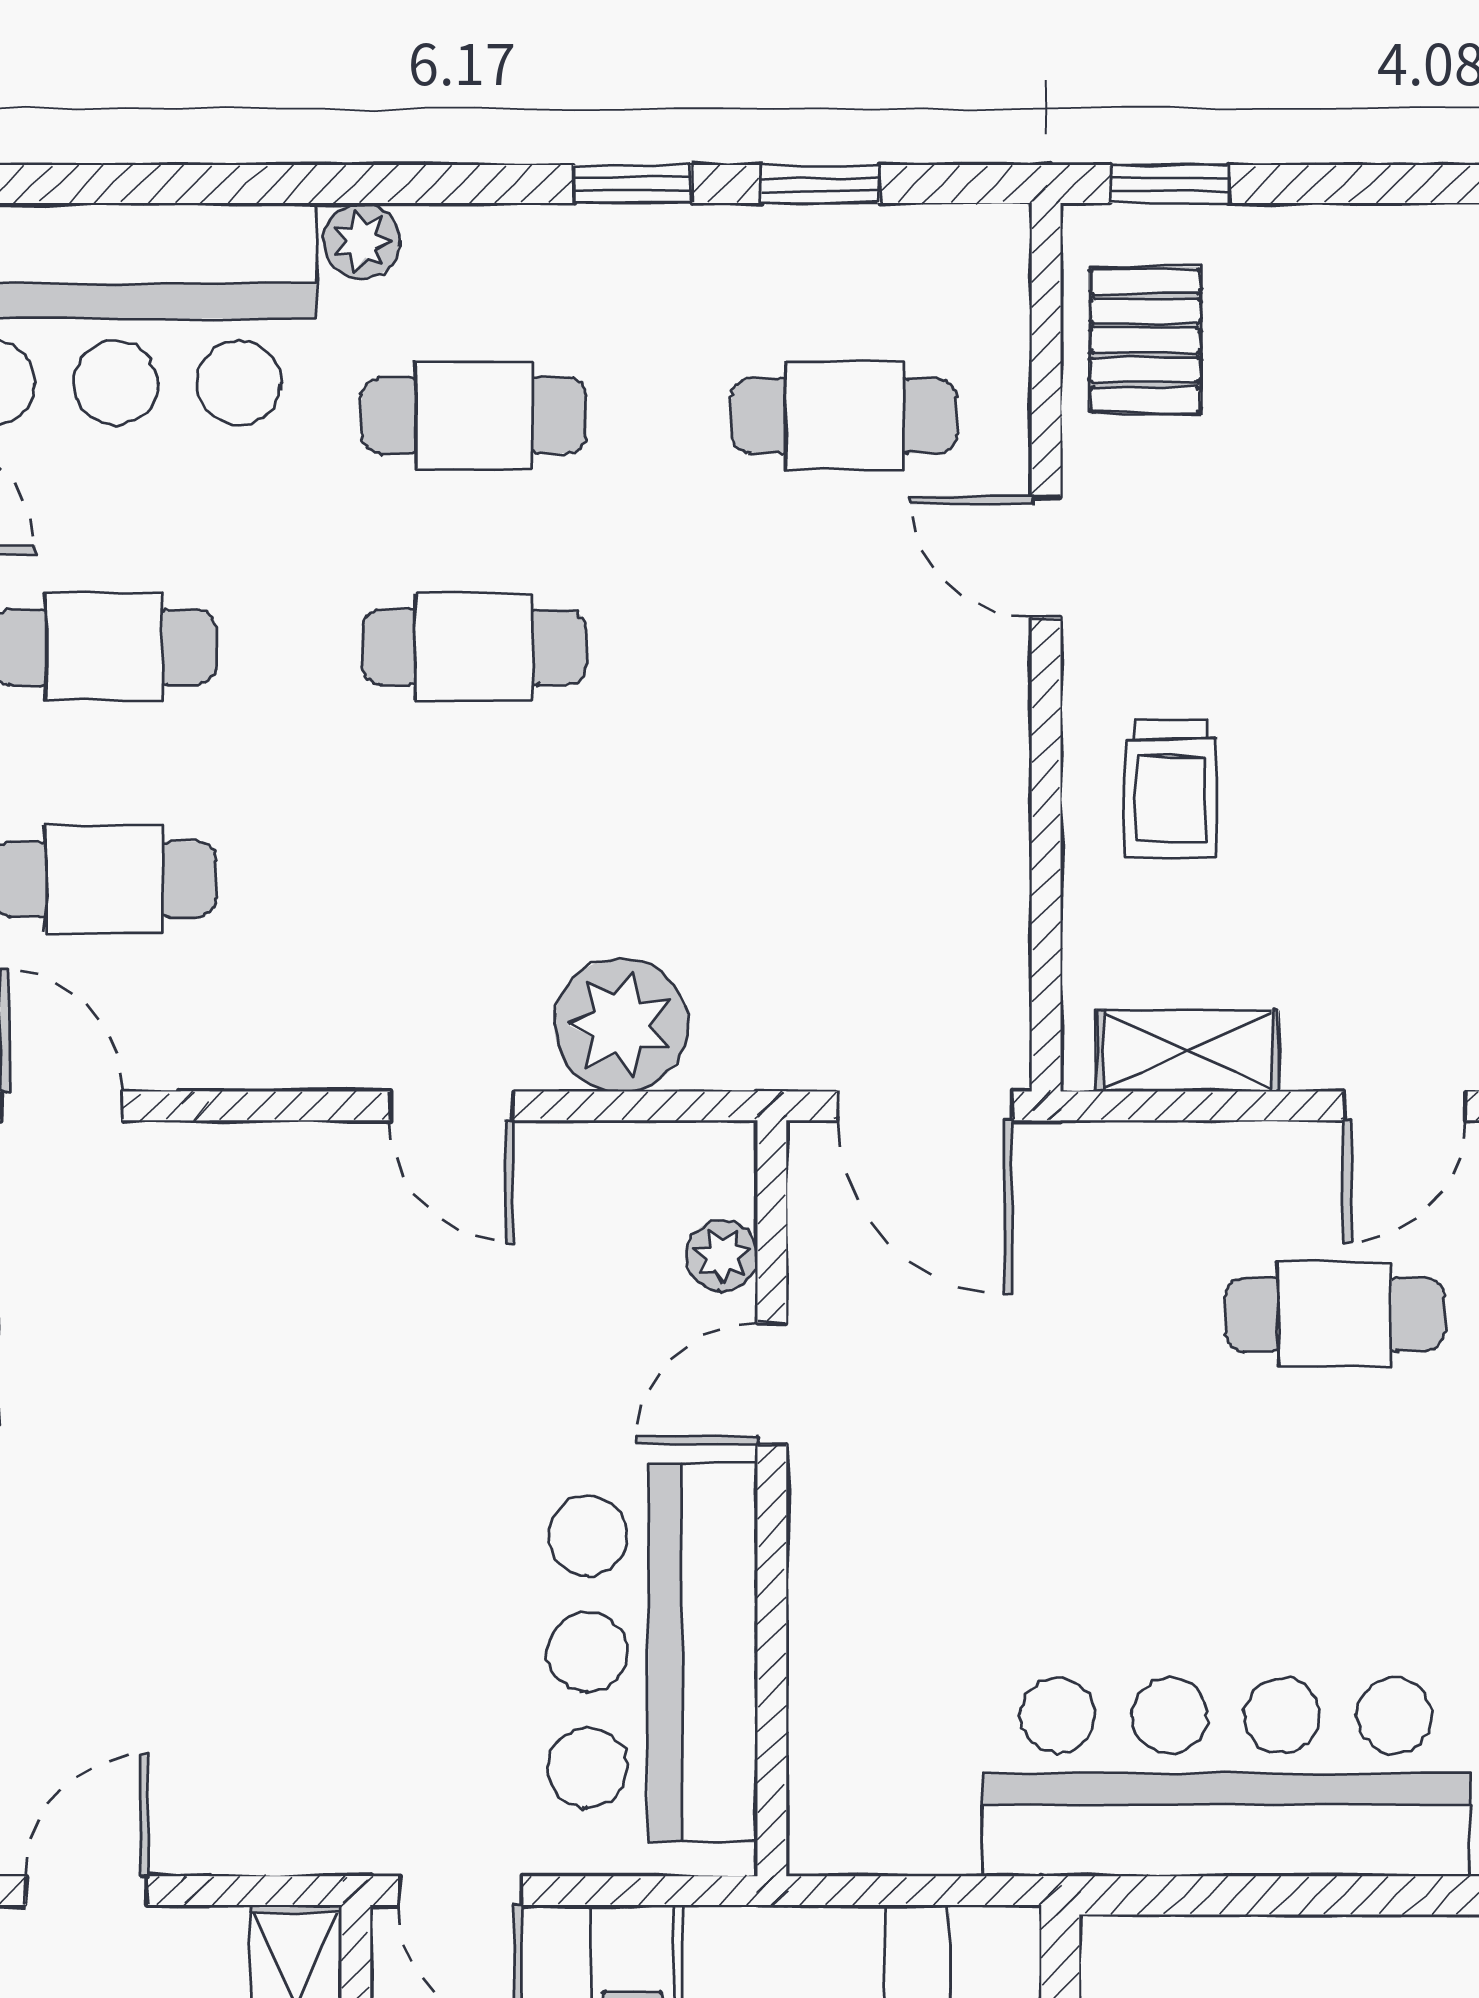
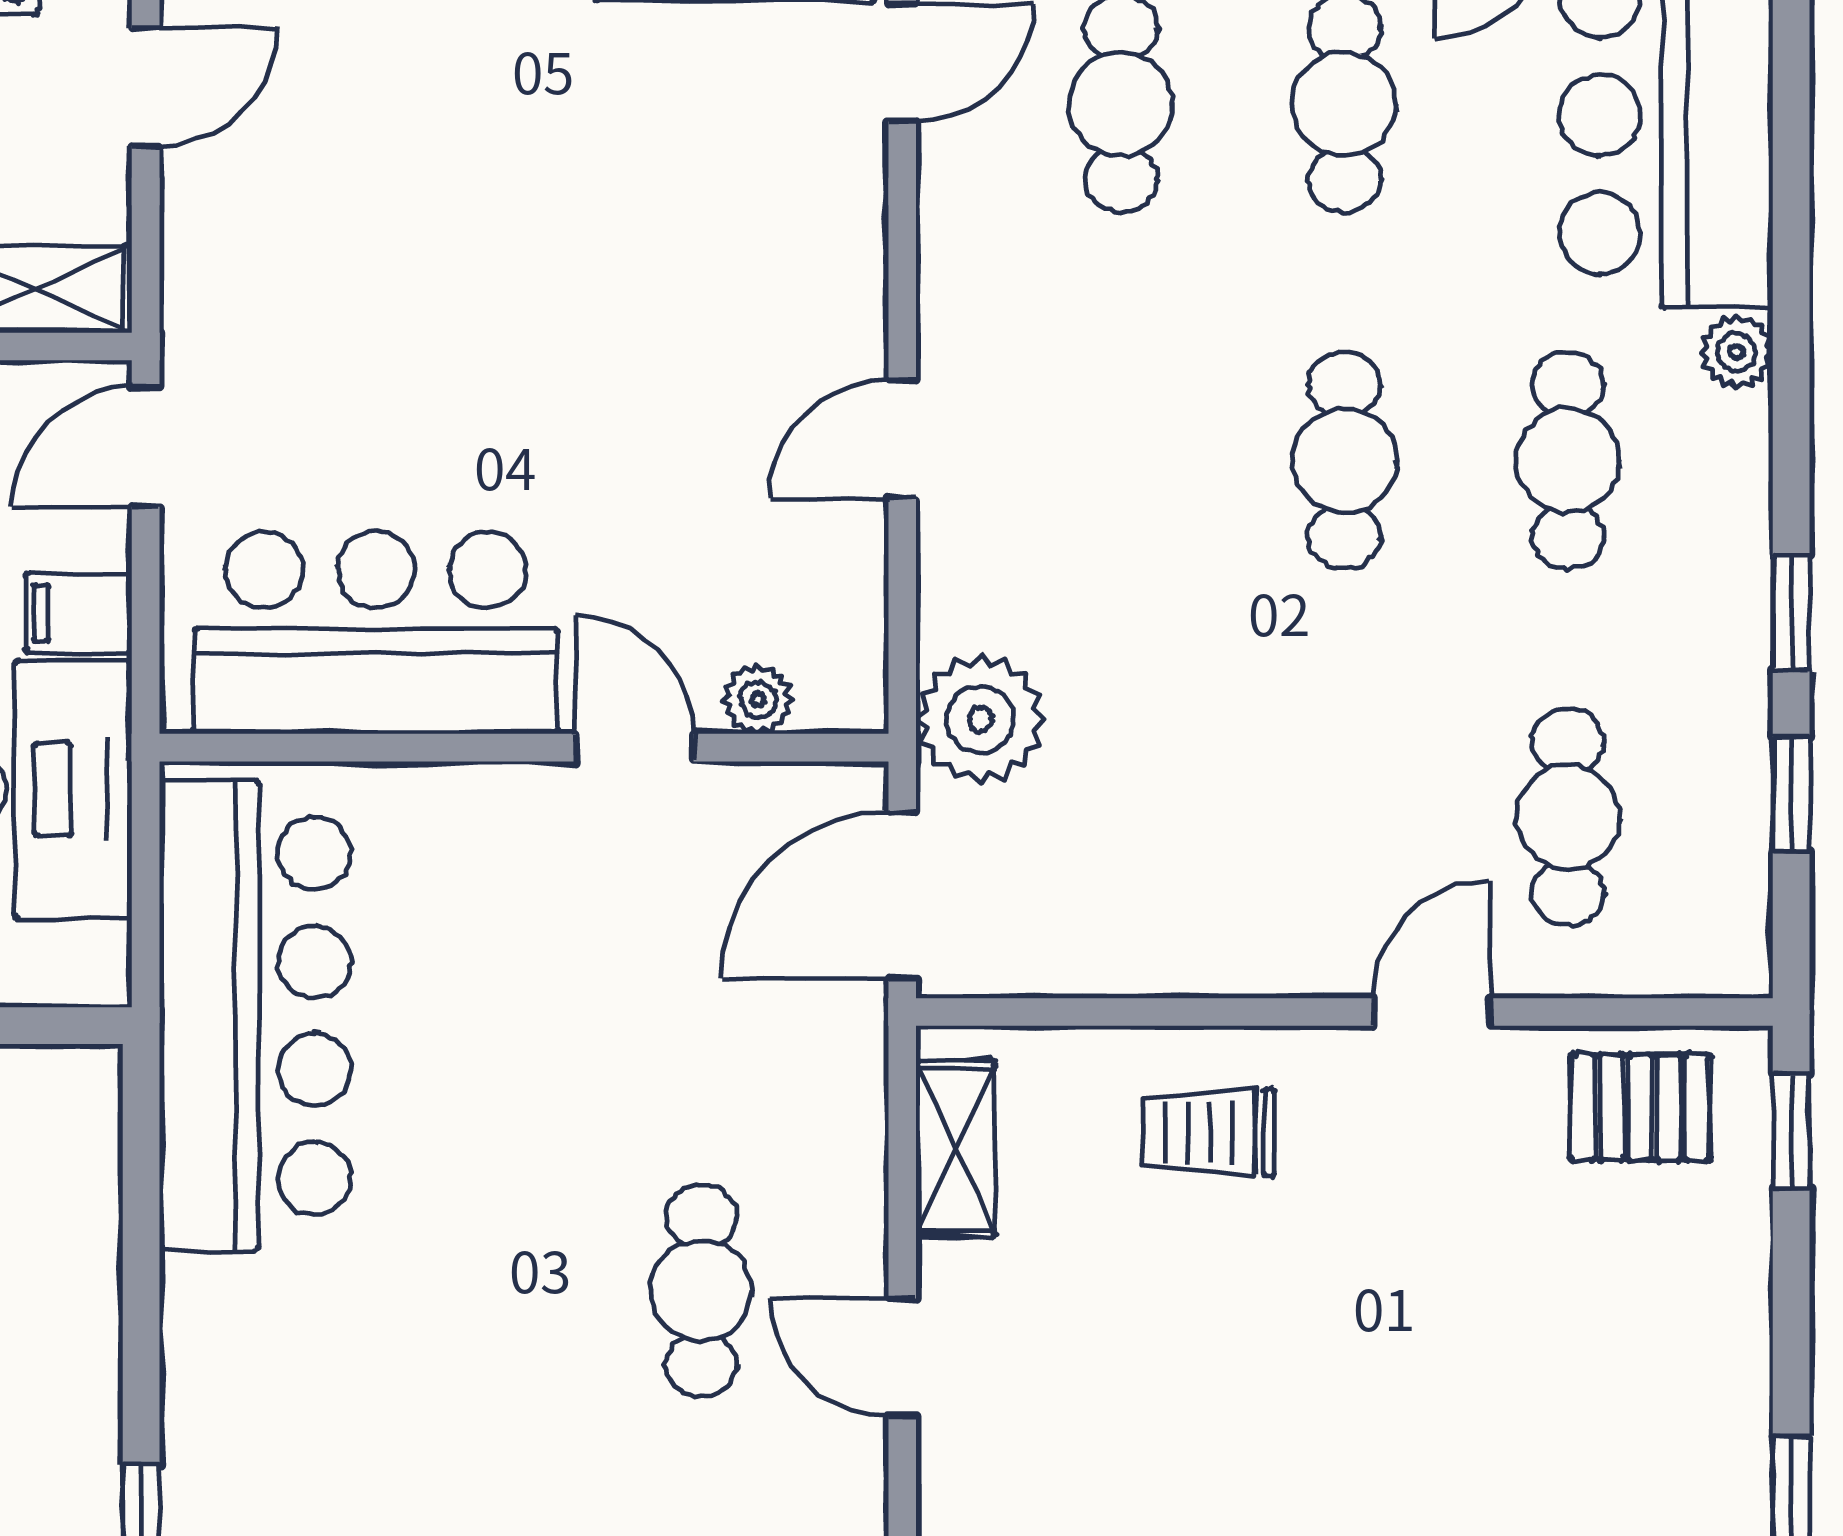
plant: (621, 1025) -> (980, 719), moved
bar counter: (1226, 1777) -> (255, 1016), moved
door: (87, 1891) -> (146, 87), hinge flipped

